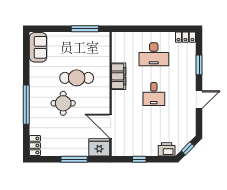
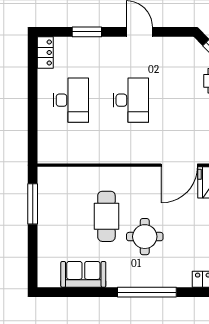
sofa: (38, 47) -> (83, 274), moved
filing cabinet: (119, 76) -> (104, 153), removed
desk: (154, 94) -> (131, 100), width x1.37

